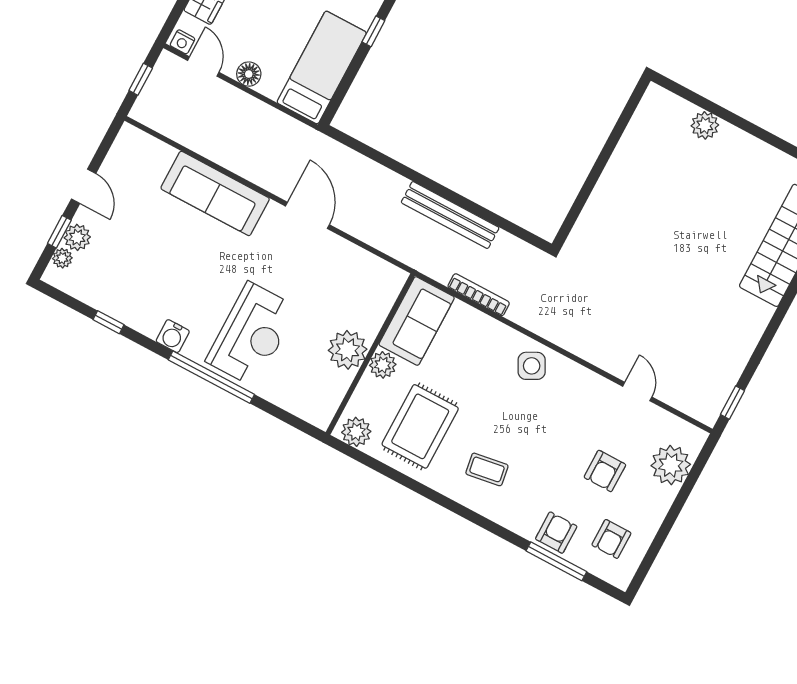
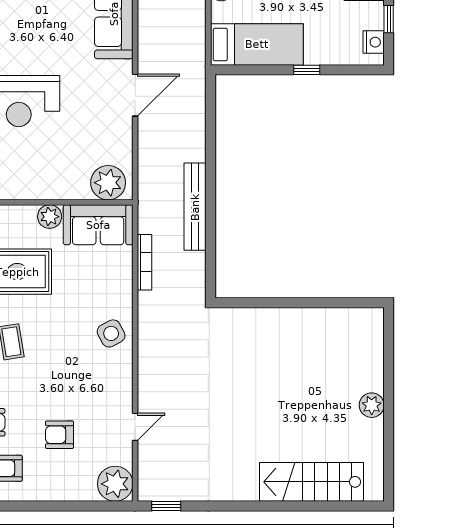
plant: (705, 125) -> (372, 405), moved
plant: (348, 350) -> (108, 183), moved
plant: (671, 465) -> (115, 484), moved

